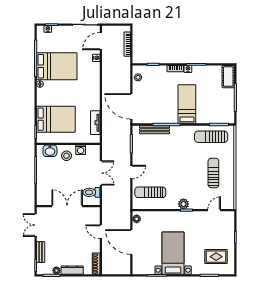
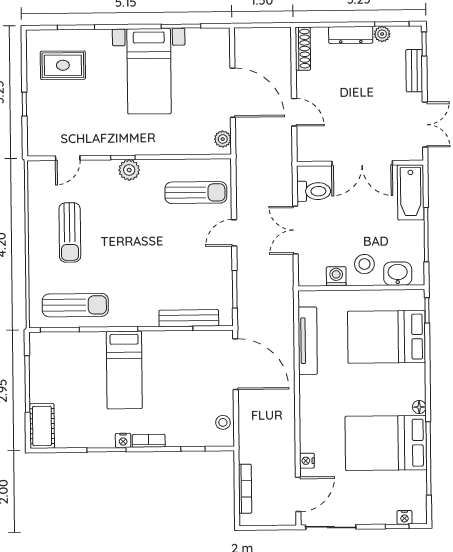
tv unit: (95, 123) -> (308, 341), width x1.41
bathtub: (43, 191) -> (411, 192), added

